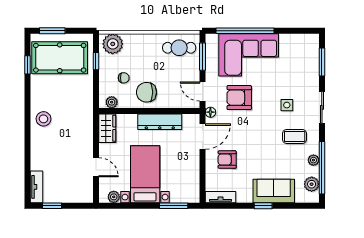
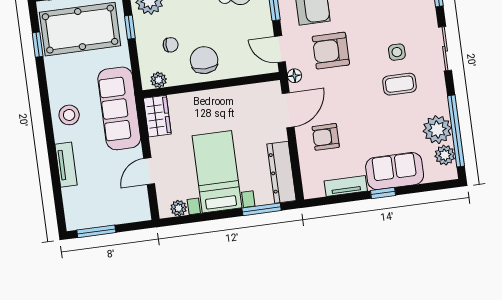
chair: (146, 92) -> (204, 60), turned 90
sofa: (80, 119) -> (119, 108), added
dresser: (160, 122) -> (281, 172), moved, turned 90
coffee table: (295, 137) -> (399, 84), moved
plant: (313, 160) -> (437, 130), width x1.88, depth x1.88
door: (96, 167) -> (149, 171), swing flipped
tv unit: (36, 187) -> (66, 165), moved
tv unit: (220, 197) -> (346, 186), moved
window: (52, 206) -> (96, 231), width x1.50

